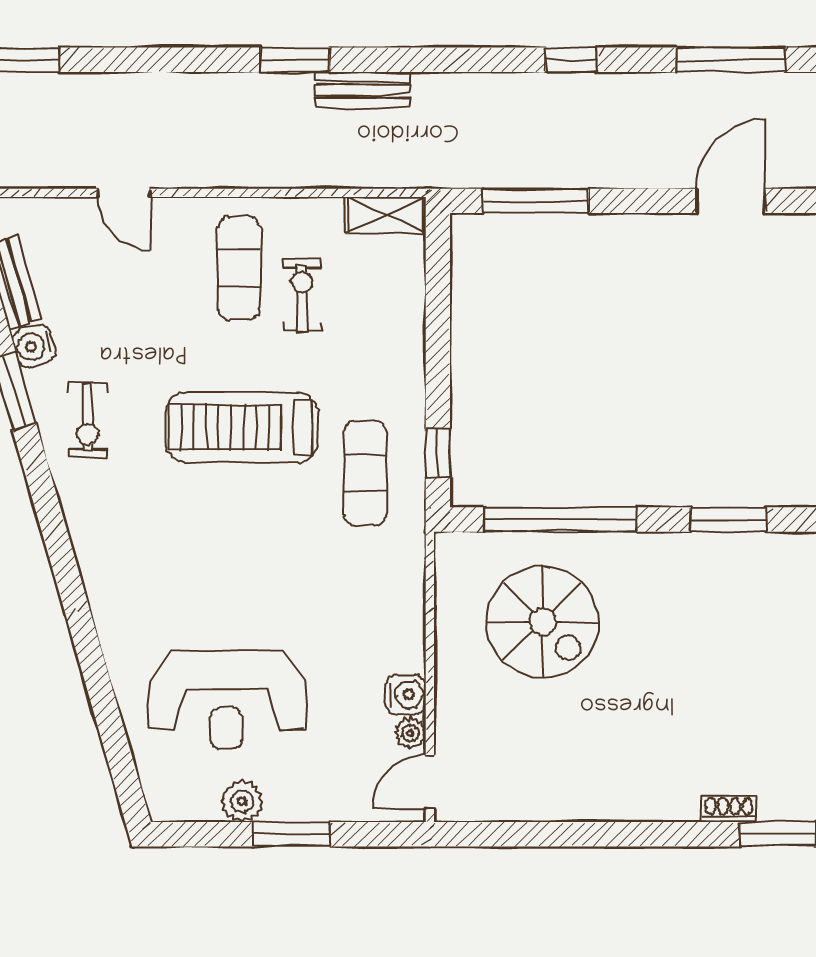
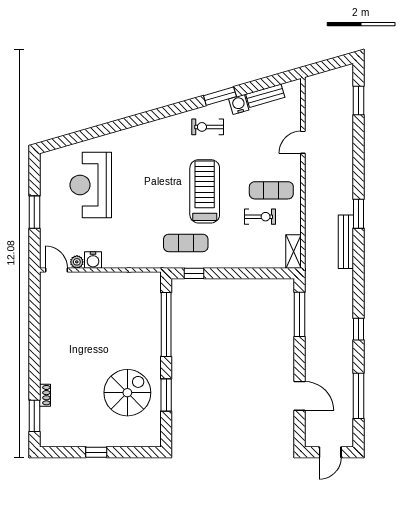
bench: (362, 90) -> (346, 242), width x1.36
spiral stairs: (543, 622) -> (127, 393), moved, turned 180
plant: (242, 801) -> (48, 191), removed

